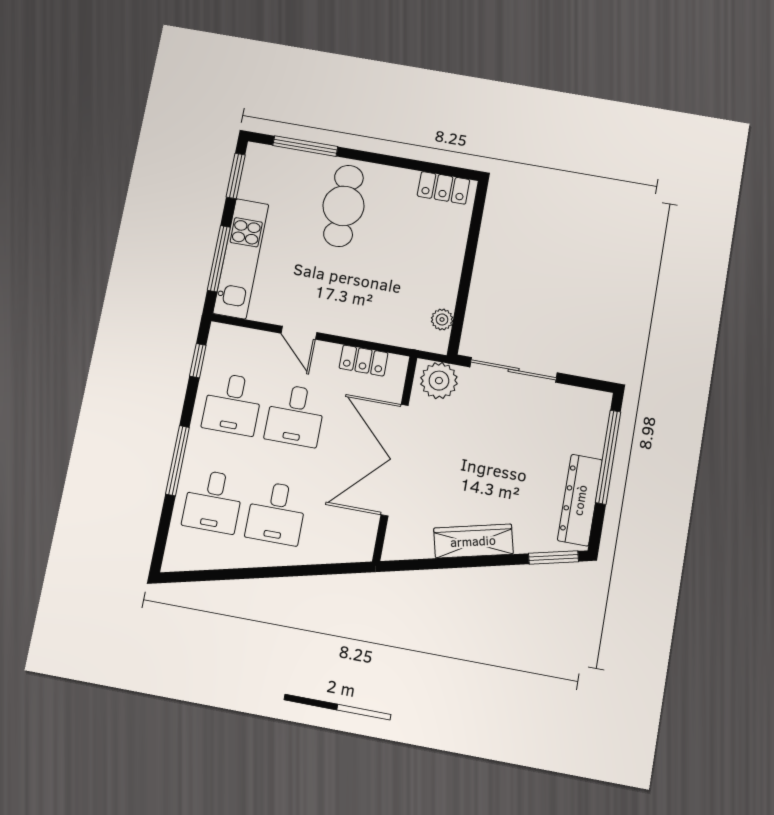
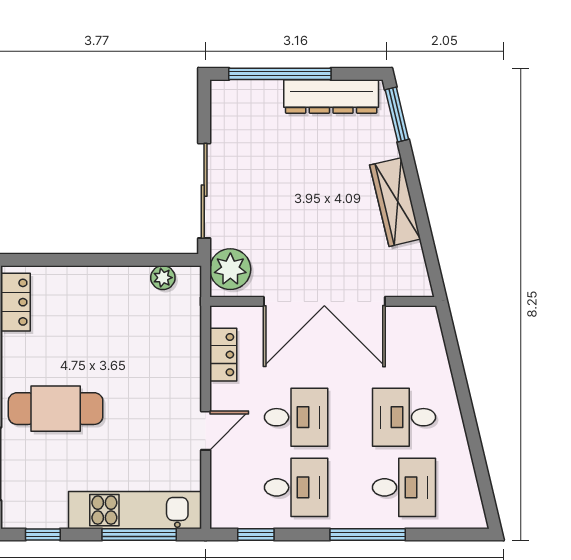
window: (236, 176) -> (43, 535), width x0.67
desk: (276, 513) -> (404, 417), turned 180

